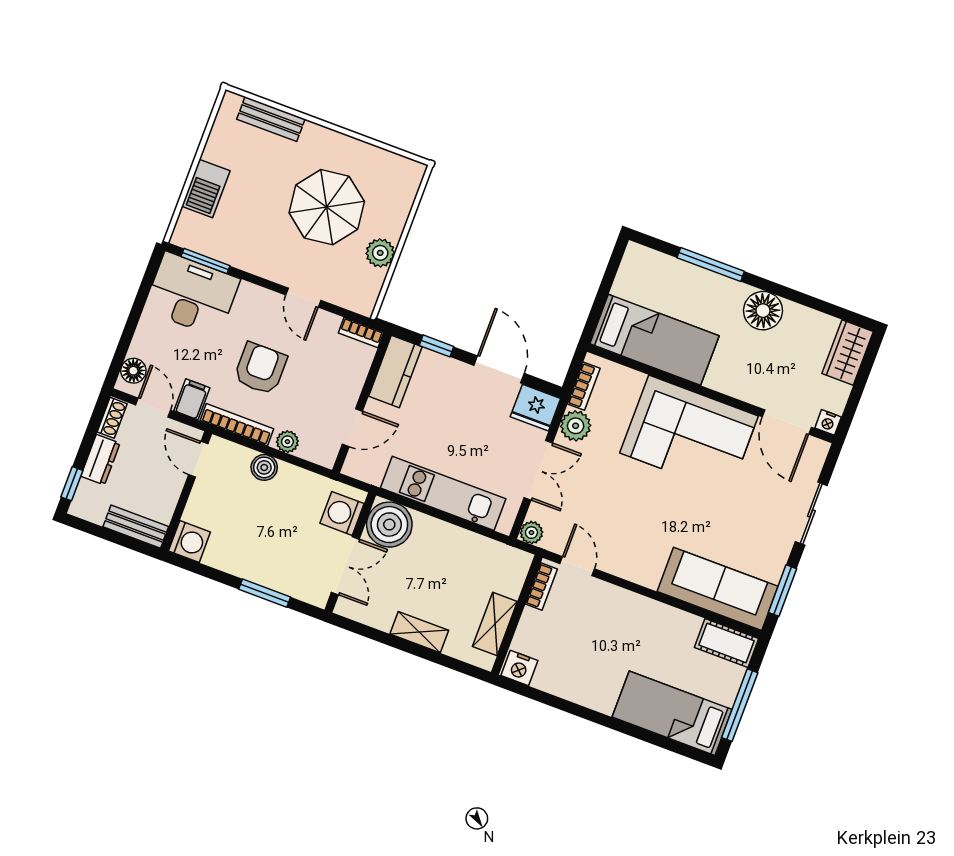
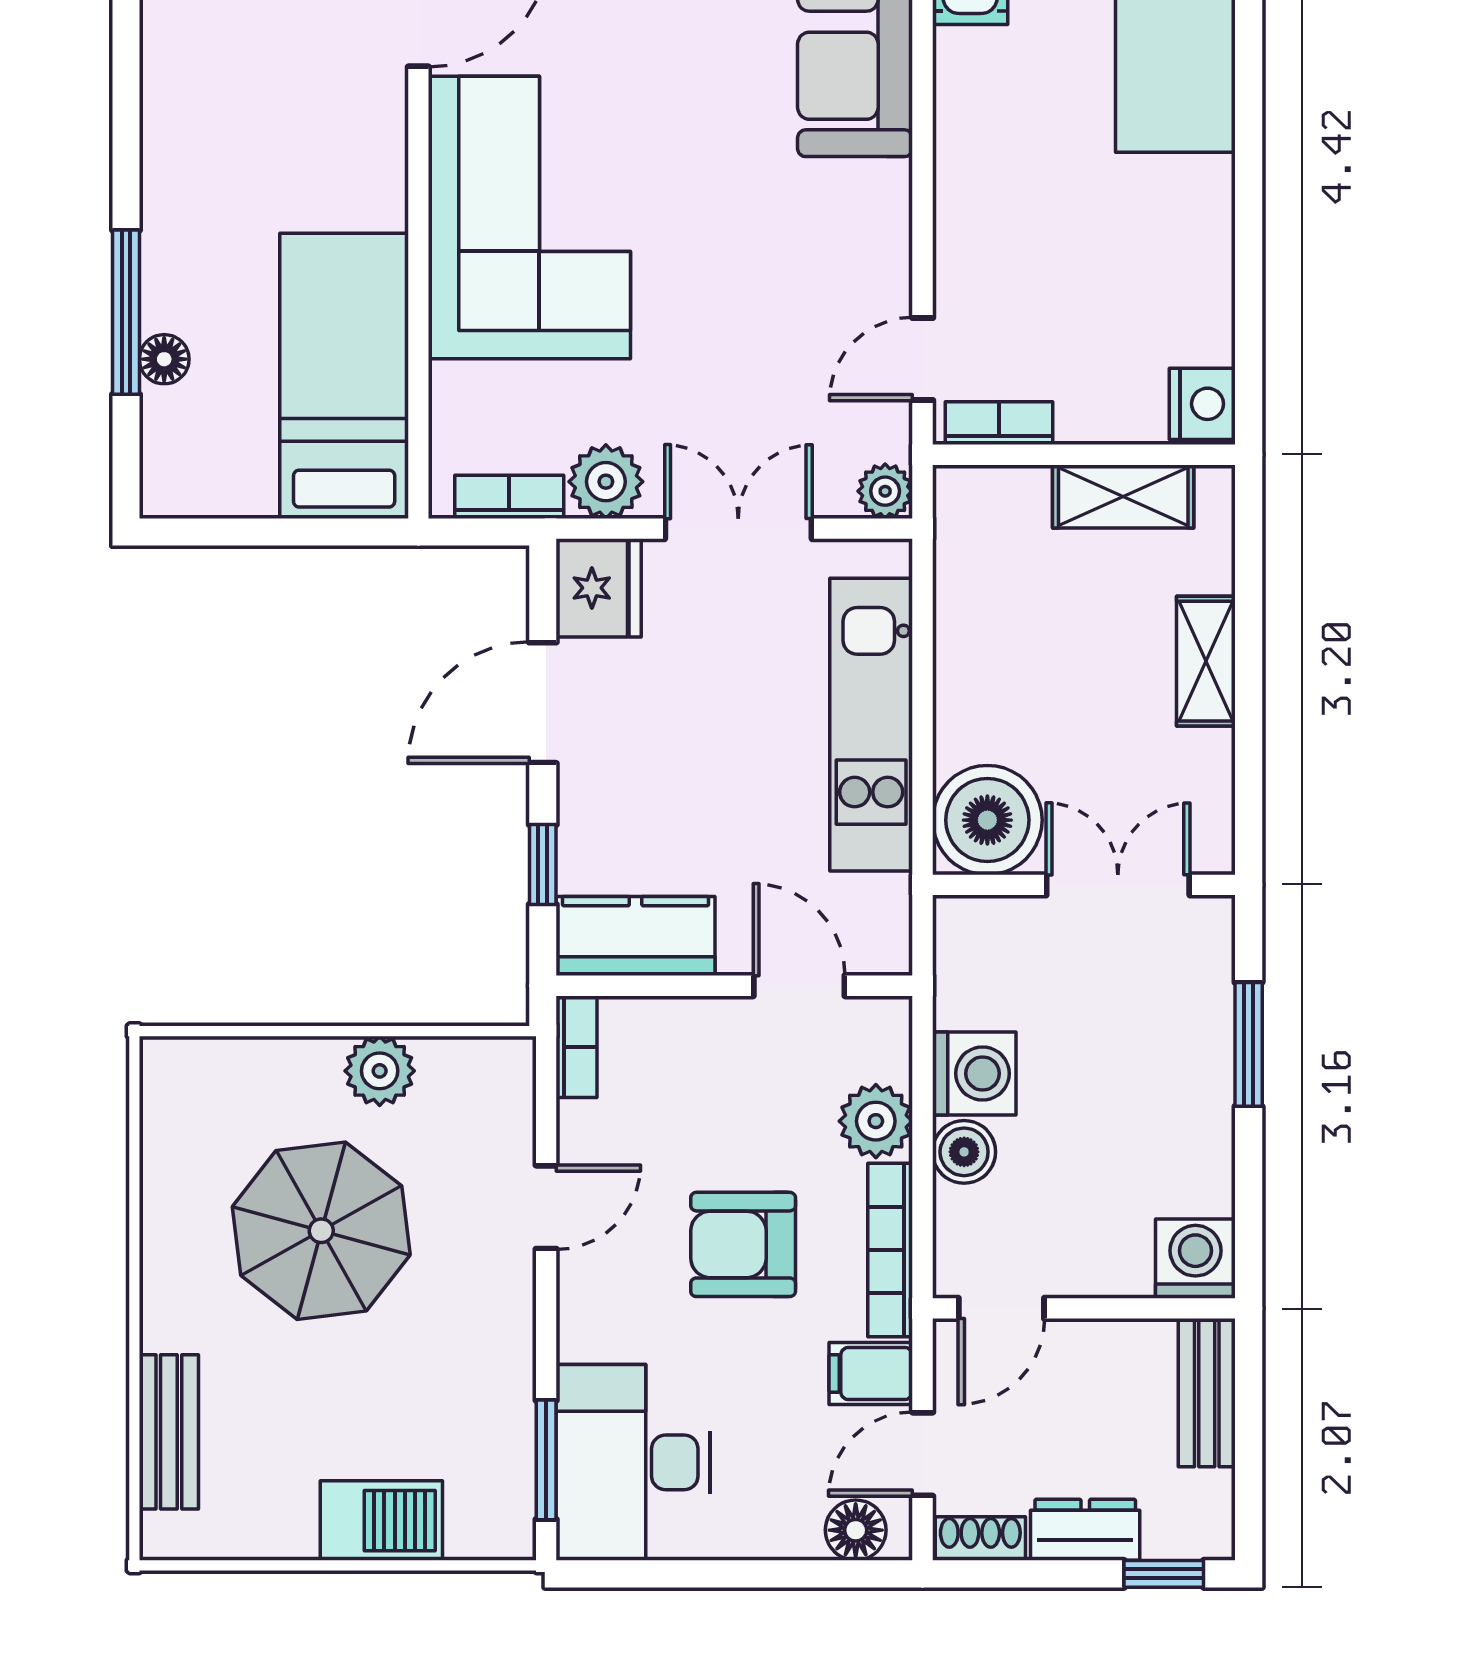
floor lamp: (763, 311) -> (164, 359), moved, width x0.53, depth x0.53
plant: (287, 442) -> (876, 1121), width x1.38, depth x1.38
washing machine: (342, 513) -> (974, 1073), moved, turned -90

